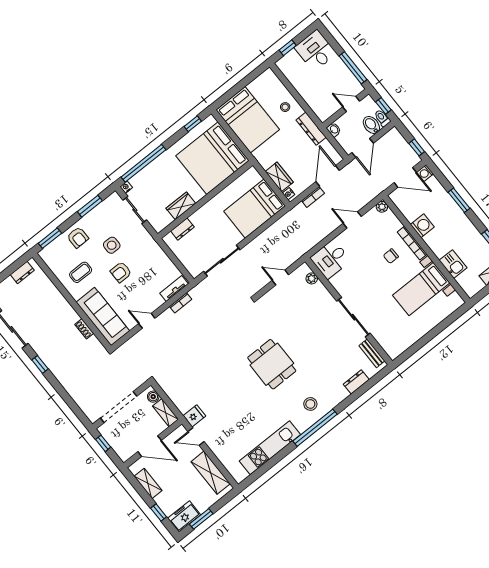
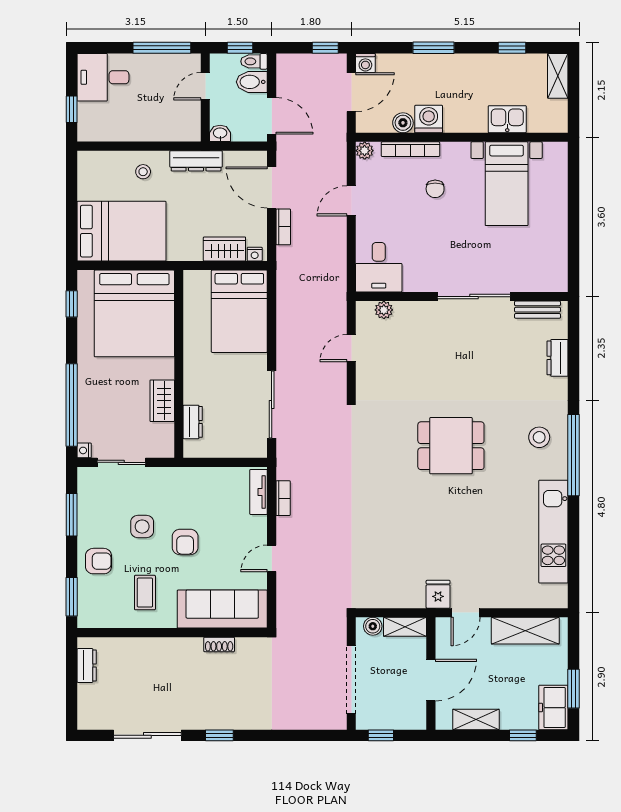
boiler: (410, 215) -> (403, 123), added
bookcase: (412, 243) -> (410, 149), moved

